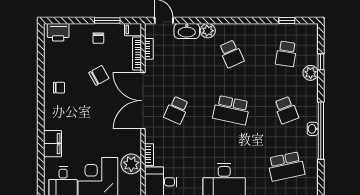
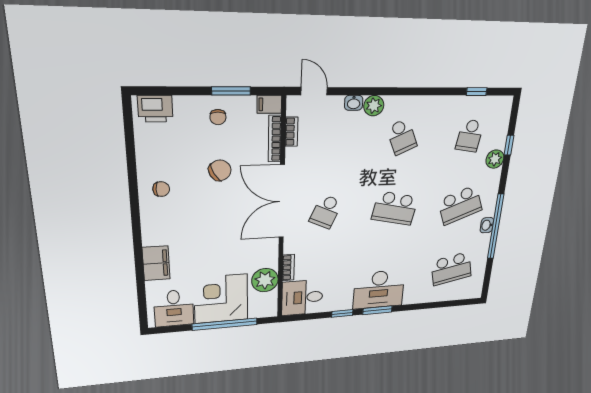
washbasin: (187, 31) -> (354, 103), width x0.52, depth x0.69
school desk: (286, 110) -> (460, 205), width x1.85

